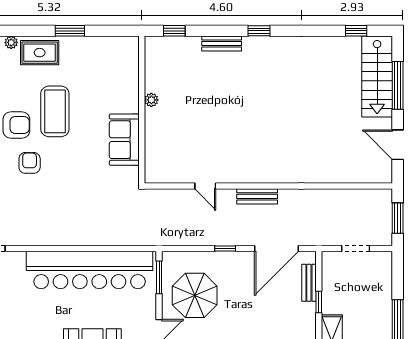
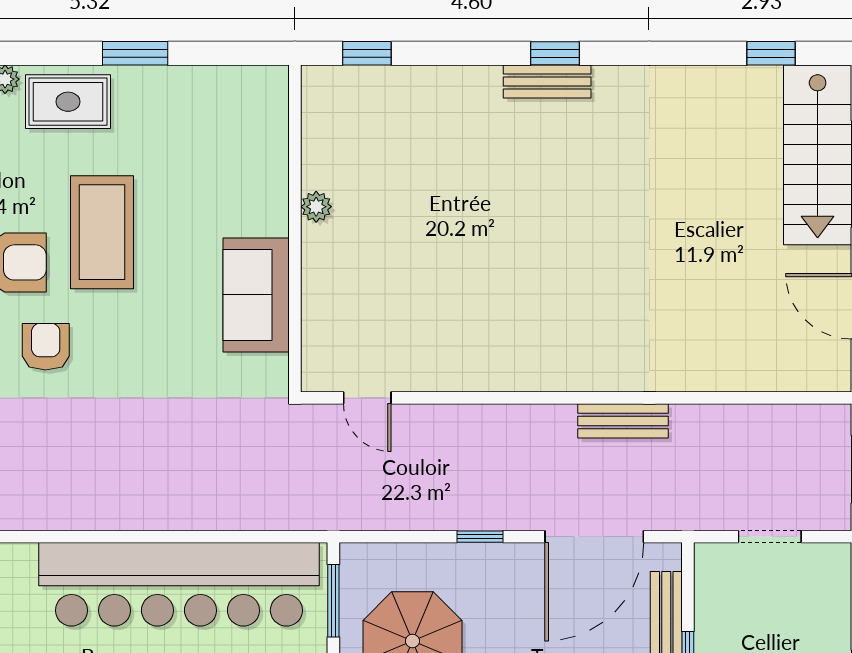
bench: (222, 43) -> (547, 81), moved
door: (205, 186) -> (367, 398), moved
bench: (257, 196) -> (623, 421), moved

